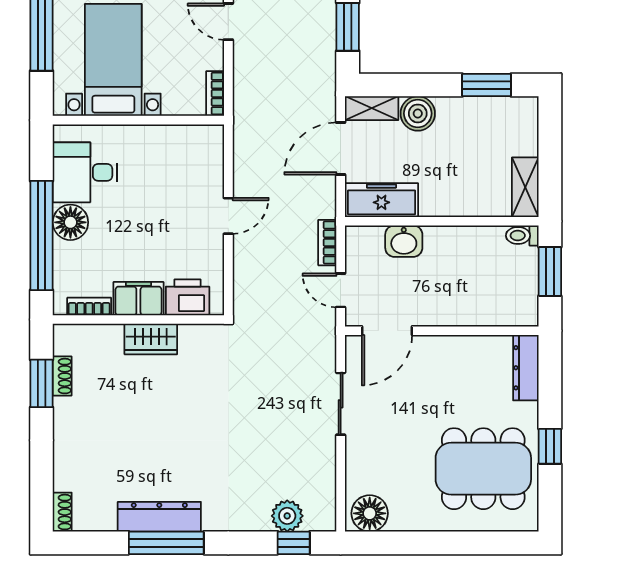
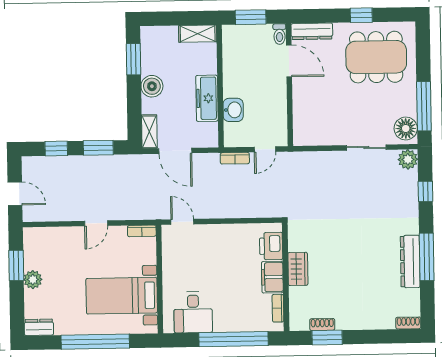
boiler: (418, 113) -> (152, 86), moved
freezer: (381, 200) -> (207, 98), moved
door: (228, 216) -> (182, 222), moved
floor lamp: (70, 222) -> (225, 321), removed
toilet: (522, 236) -> (279, 34), moved
door: (387, 331) -> (289, 61), moved
sliding door: (341, 404) -> (366, 148), moved
dining table: (483, 469) -> (376, 57), turned 90
plant: (287, 516) -> (408, 159), moved
window: (294, 543) -> (425, 191), moved
window: (404, 543) -> (424, 106), added

